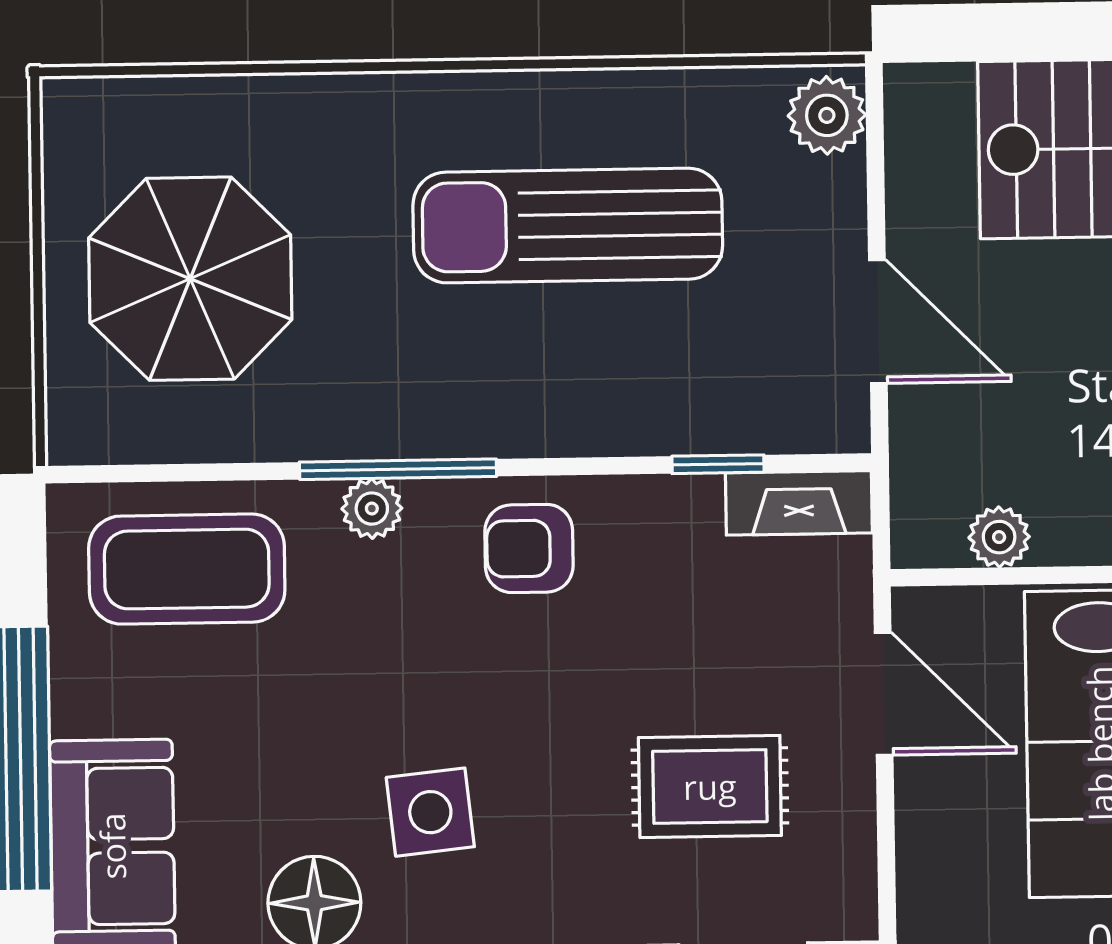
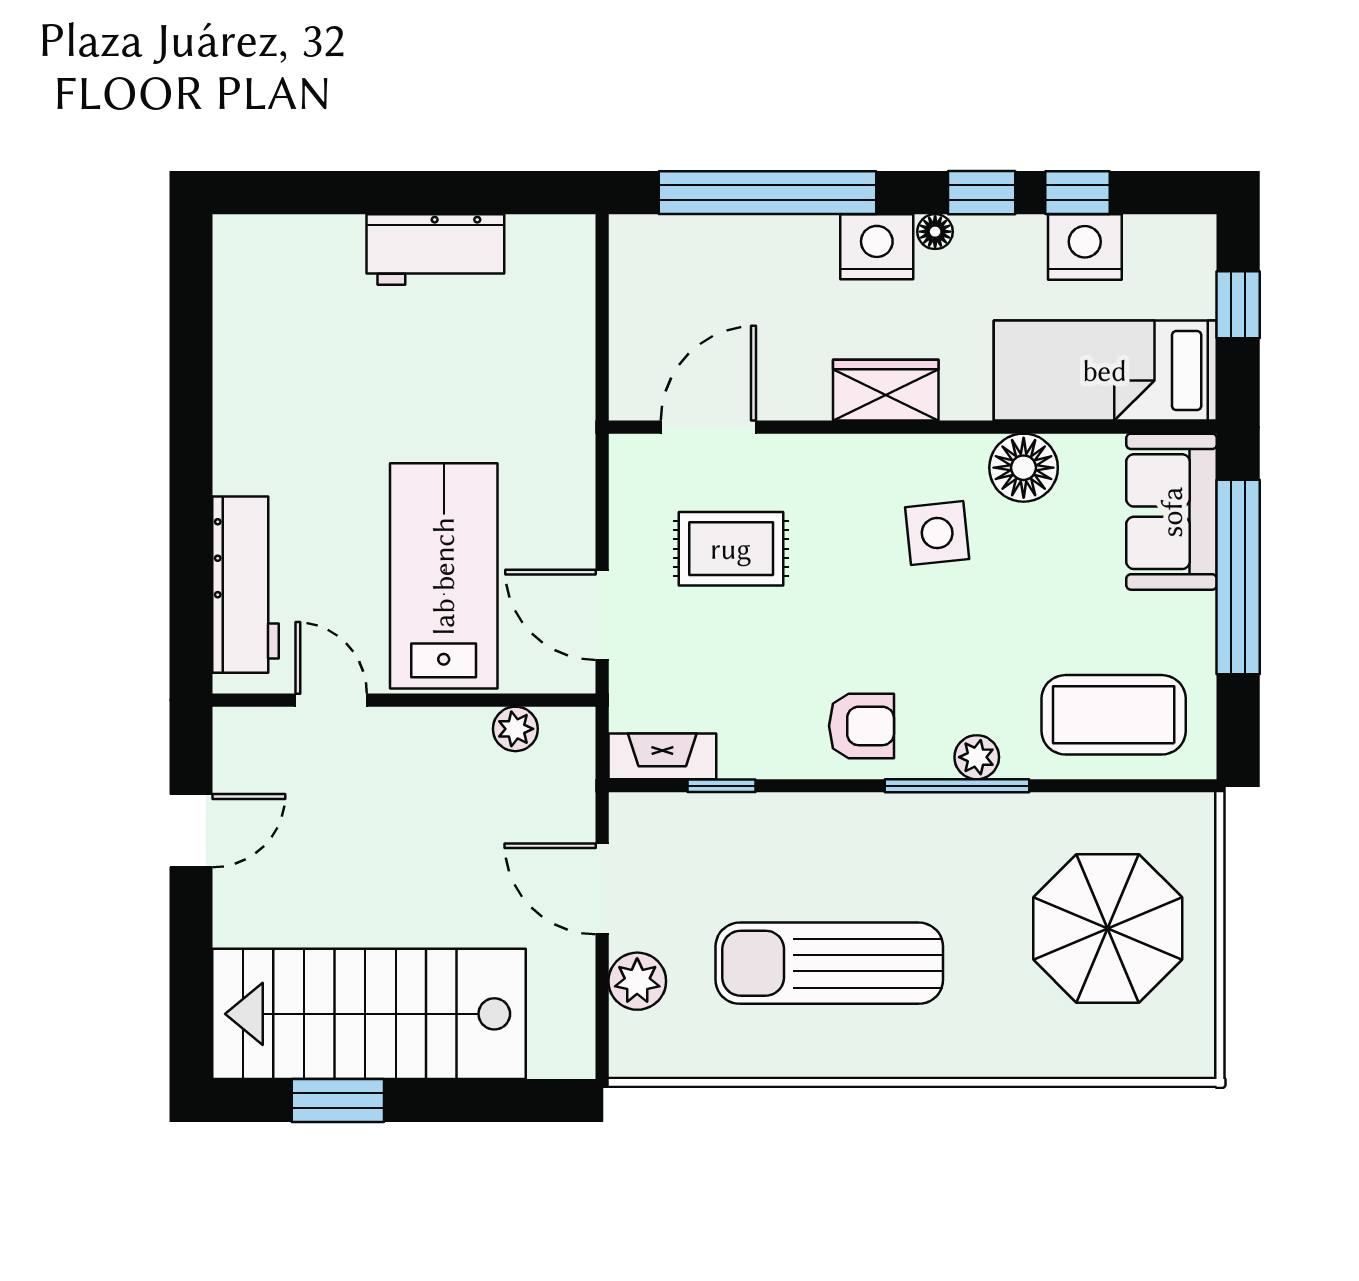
plant: (827, 115) -> (637, 981), moved
sun lounger: (568, 226) -> (829, 963), turned 180

